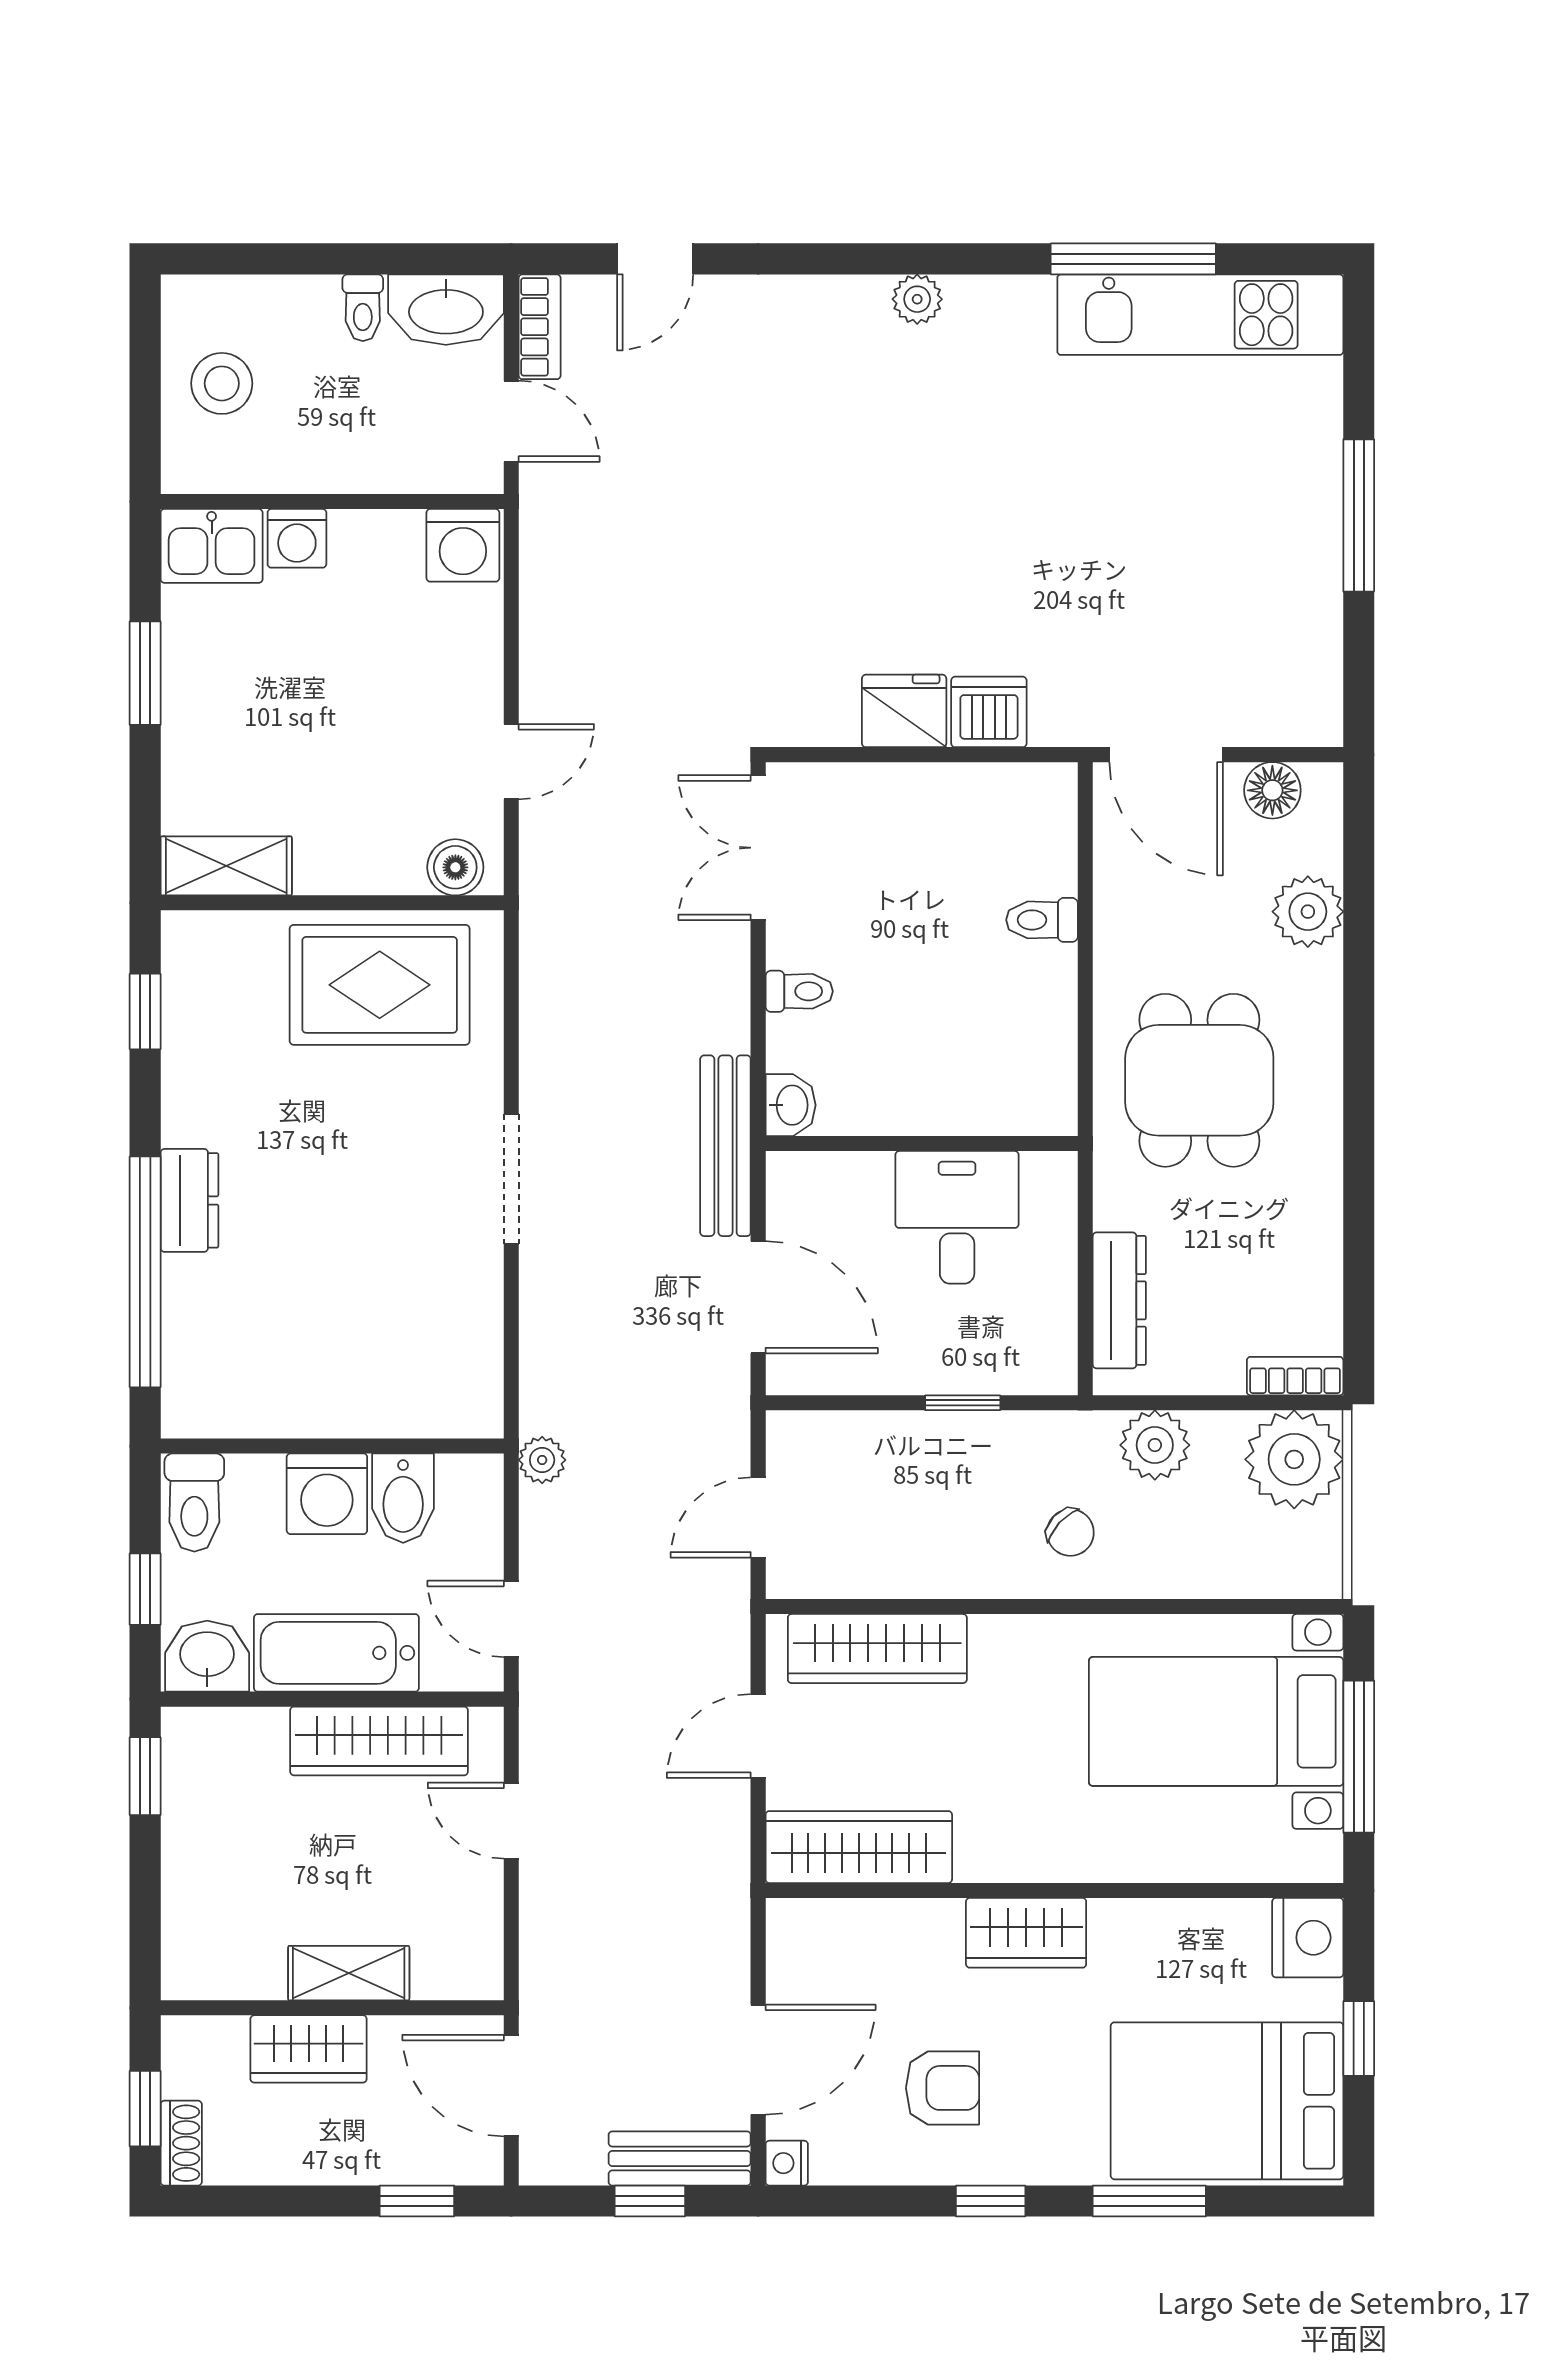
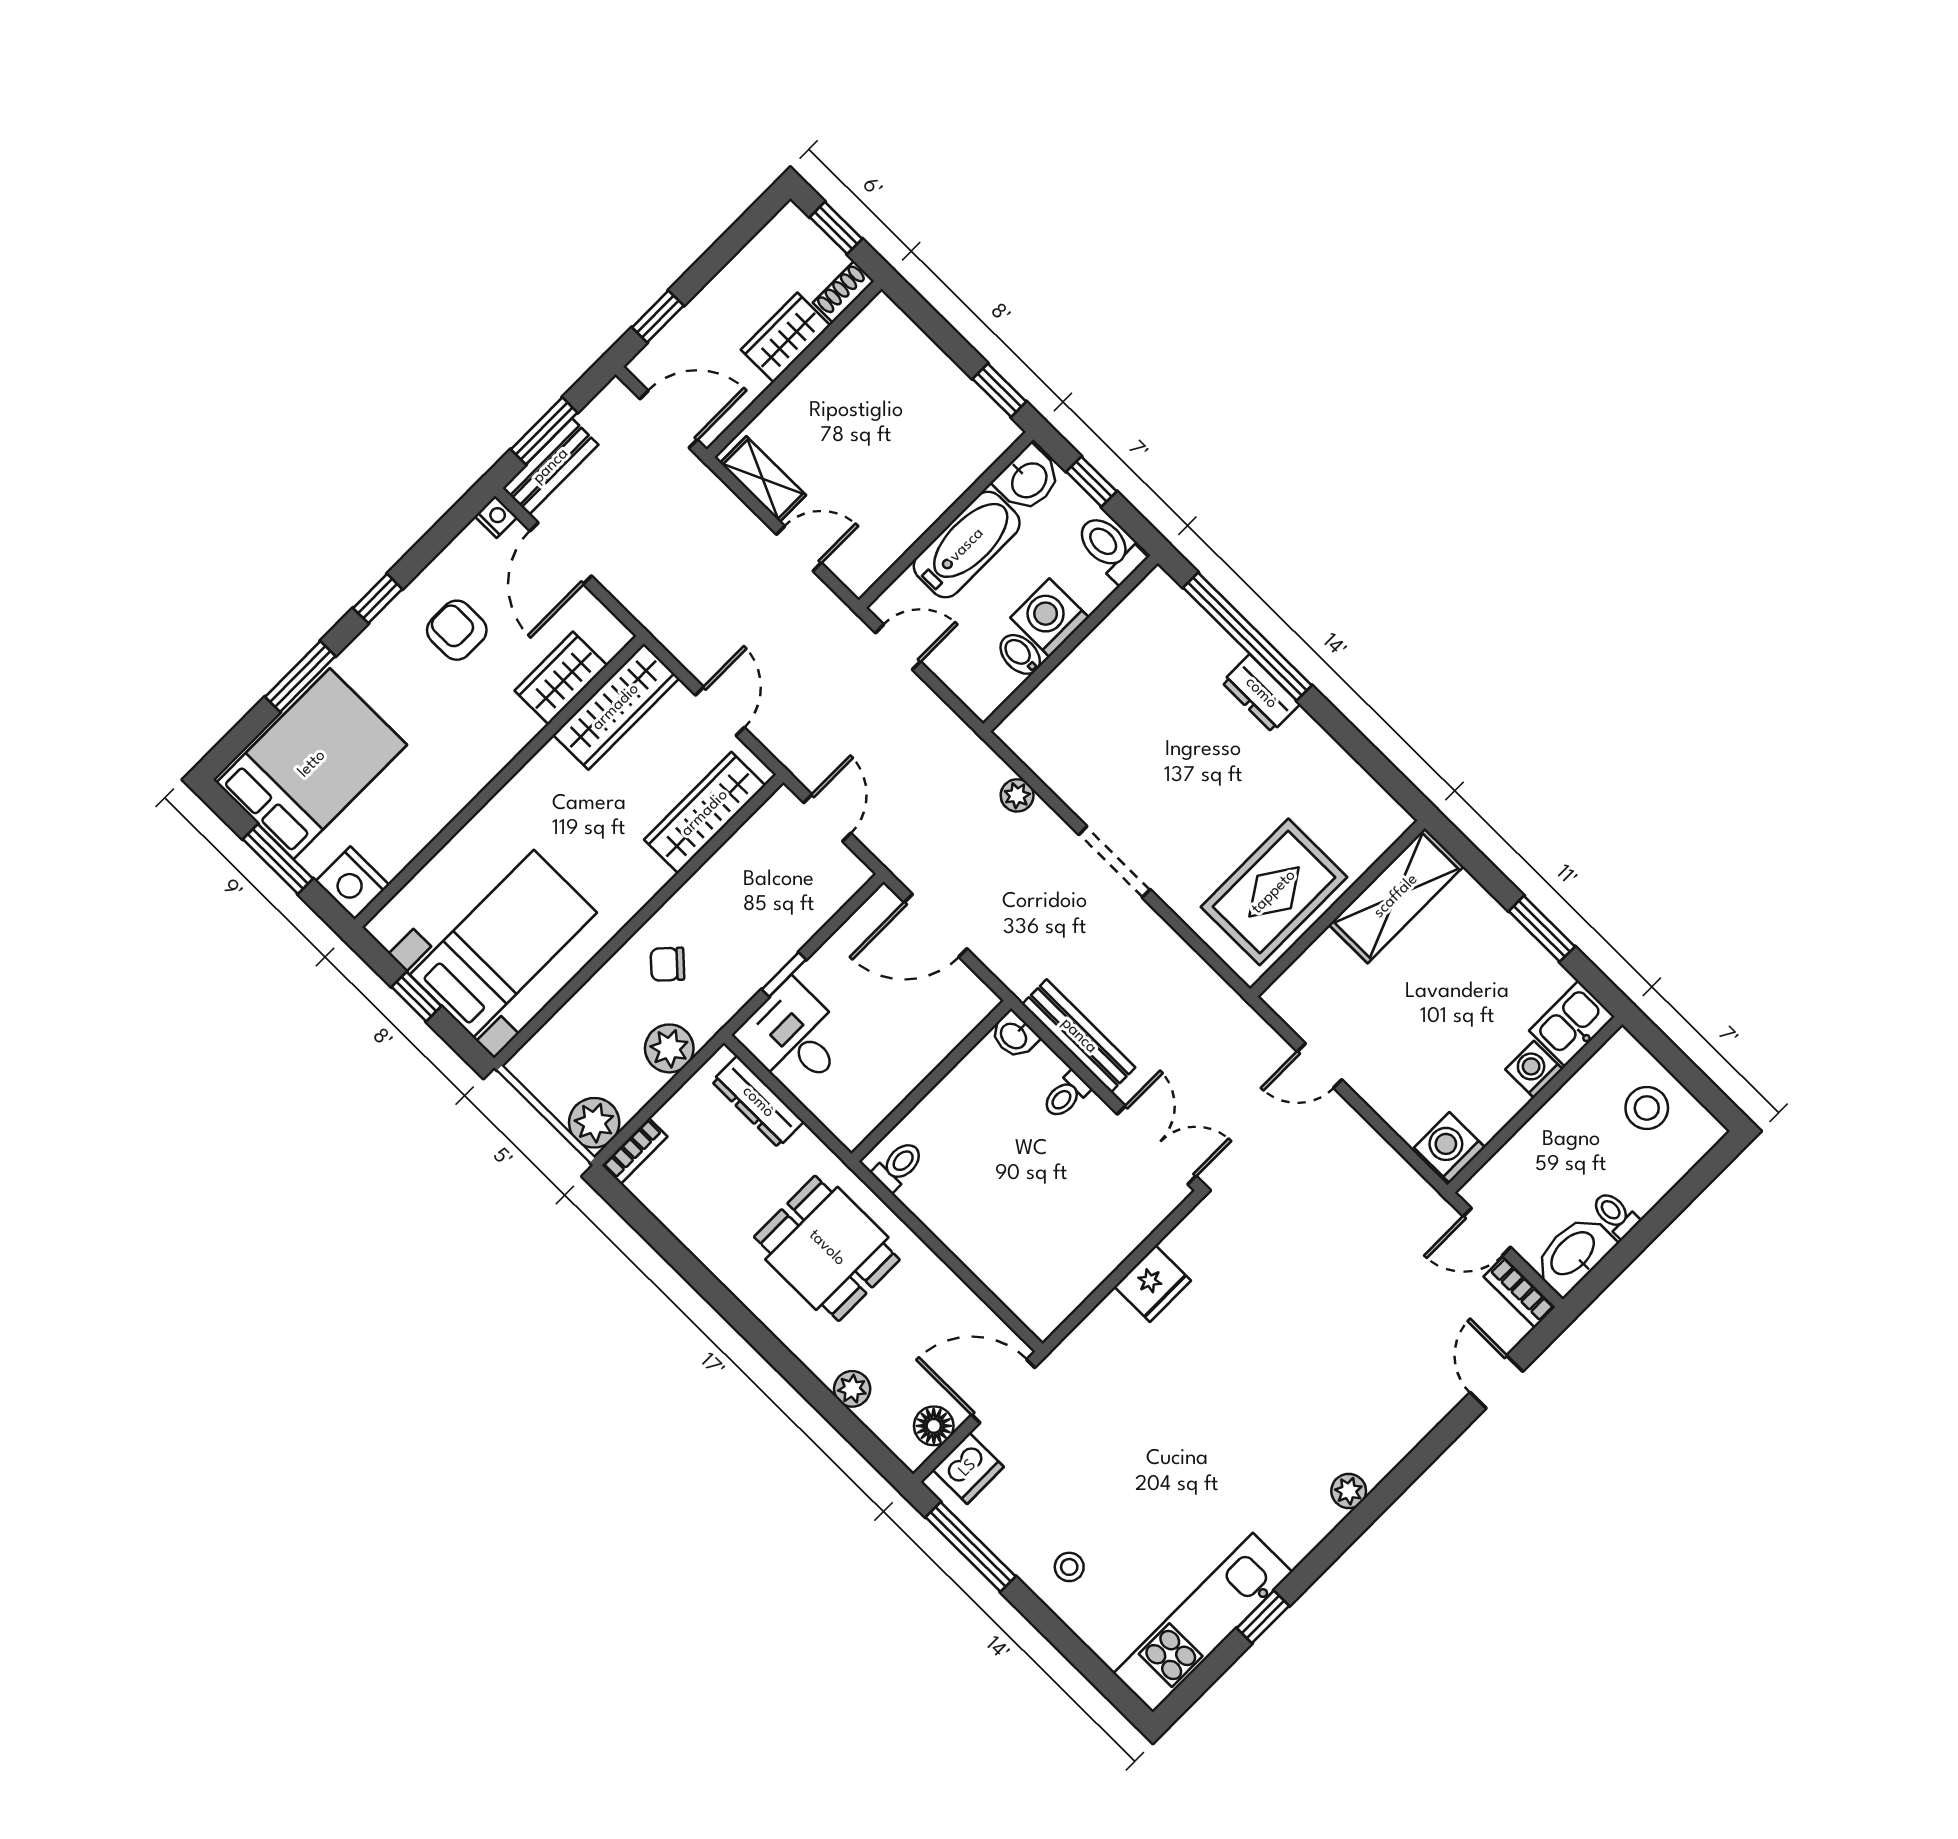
window: (1133, 259) -> (1263, 1617), width x0.46
stool: (1279, 508) -> (1069, 1567), added
window: (1359, 515) -> (971, 1547), moved
dishwasher: (989, 712) -> (968, 1468), moved
door: (511, 762) -> (1319, 1066), hinge flipped
shelving: (226, 866) -> (1396, 896), width x1.50, depth x1.33
boiler: (455, 867) -> (1295, 987), removed
plant: (1308, 912) -> (852, 1389), width x0.73, depth x0.73
toilet: (1042, 920) -> (898, 1166), moved
window: (145, 1012) -> (1375, 764), removed
bench: (725, 1146) -> (1079, 1036), moved
desk: (957, 1217) -> (794, 1037), moved, turned 180
plant: (1294, 1459) -> (594, 1123), width x0.73, depth x0.73
plant: (542, 1460) -> (1017, 795), moved
bidet: (403, 1498) -> (1020, 654), width x0.72, depth x0.74
wardrobe: (379, 1741) -> (903, 522), removed
window: (1359, 1757) -> (416, 997), width x0.46
wardrobe: (1026, 1933) -> (561, 678), moved
shelving: (349, 1973) -> (763, 479), moved, turned 90
window: (1359, 2039) -> (278, 859), width x1.50
armchair: (943, 2088) -> (457, 630), turned 90
shoe rack: (181, 2143) -> (843, 292), moved, turned 90
window: (650, 2201) -> (544, 431), width x1.50

